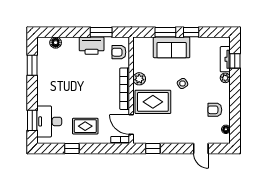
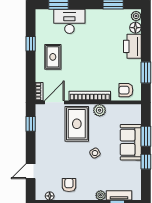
plant: (44, 42) -> (136, 16), added
printer: (92, 46) -> (132, 46), moved
armchair: (119, 52) -> (126, 90), turned -90
desk: (49, 121) -> (69, 21), moved

